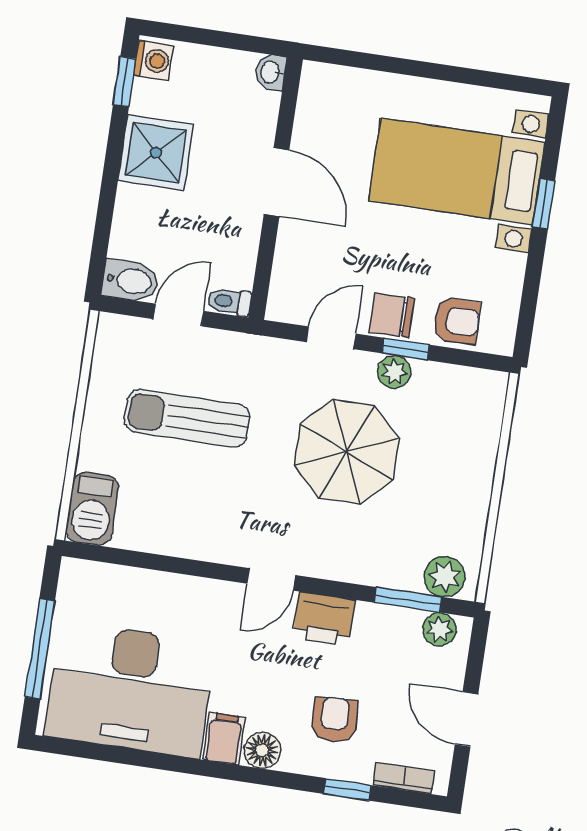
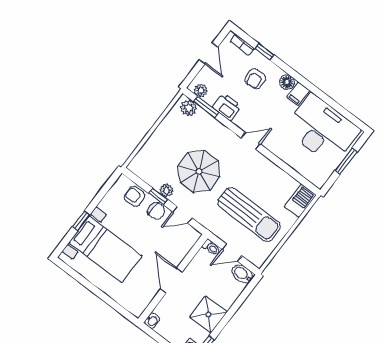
sun lounger: (187, 418) -> (249, 214), width x1.36, depth x1.34
printer: (324, 619) -> (227, 107), moved
window: (40, 649) -> (346, 161), width x0.69

